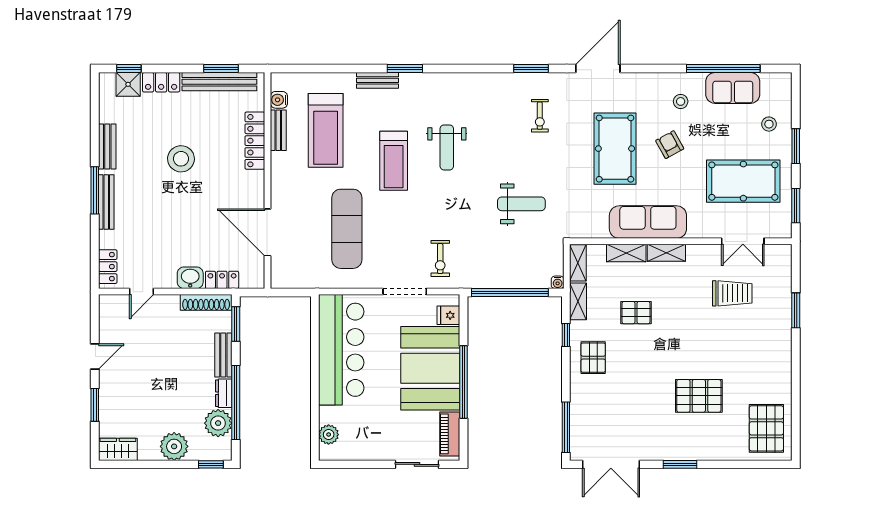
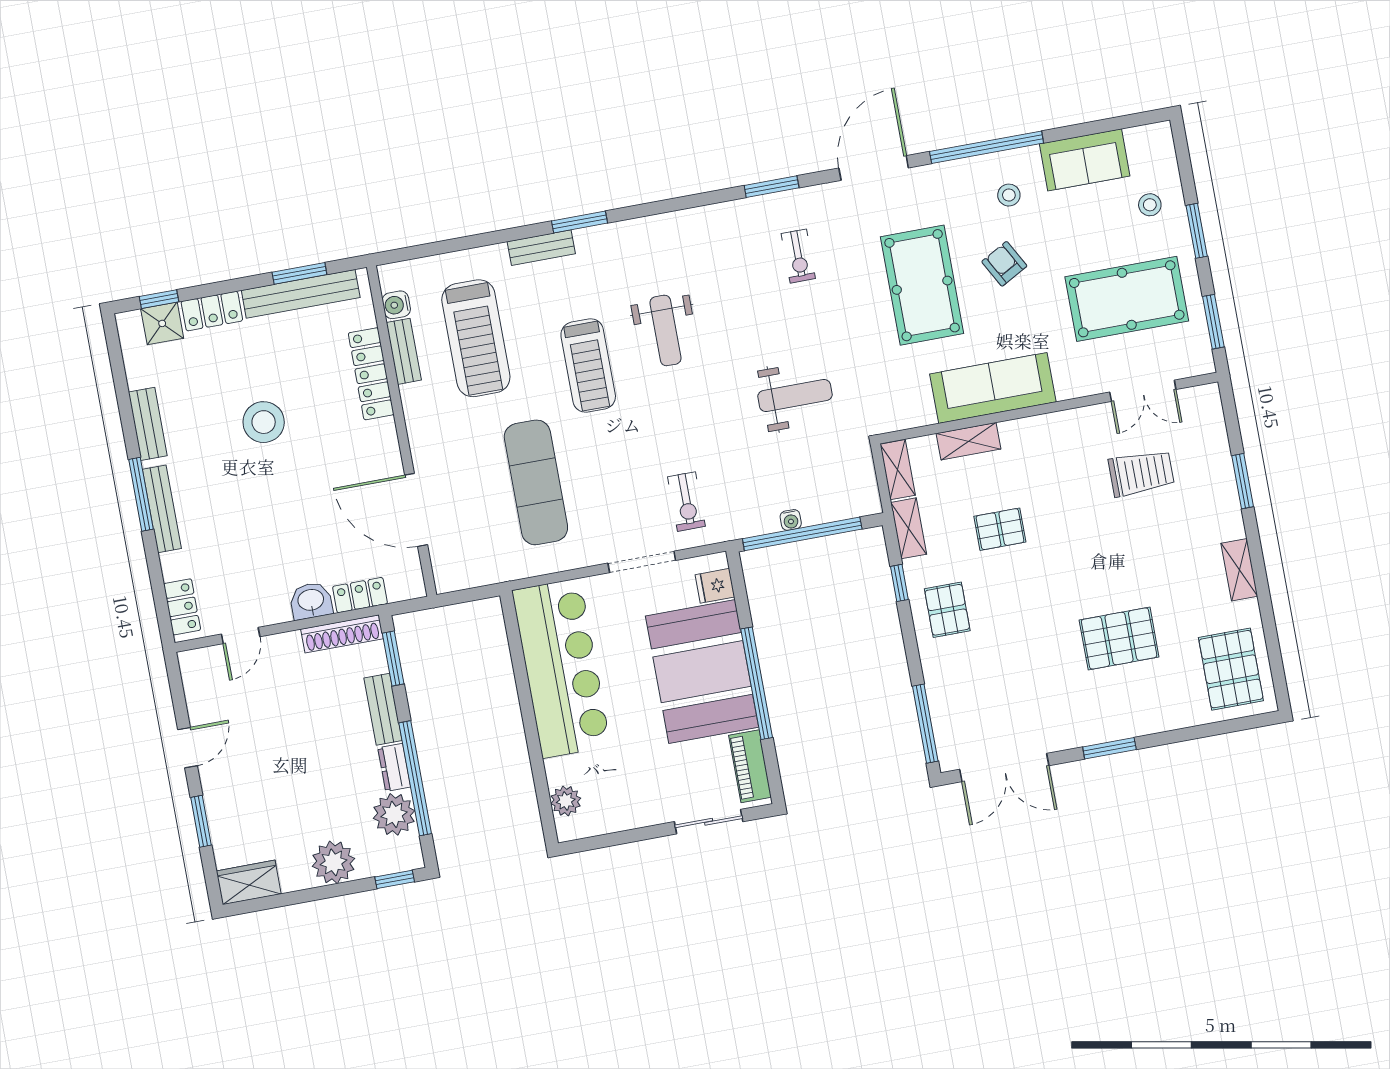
window: (723, 69) -> (987, 147), moved
shelving: (666, 253) -> (1239, 570), moved, turned 90
water cooler: (558, 282) -> (791, 520), moved

